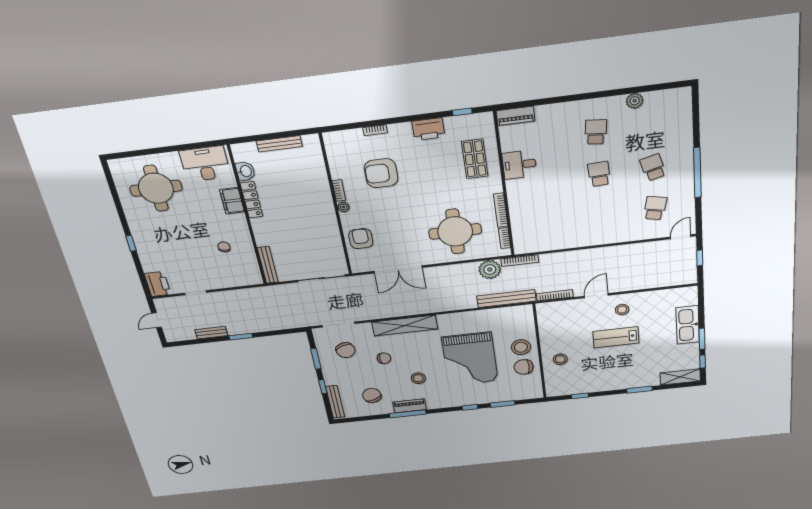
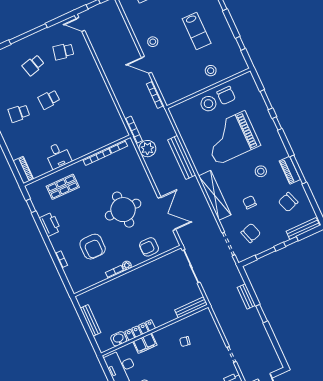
round table: (455, 231) -> (123, 210), moved
bench: (506, 299) -> (182, 157), moved
bench: (211, 333) -> (246, 296), moved
lab bench: (616, 337) -> (197, 31), moved
grand piano: (470, 359) -> (231, 138), turned 180

